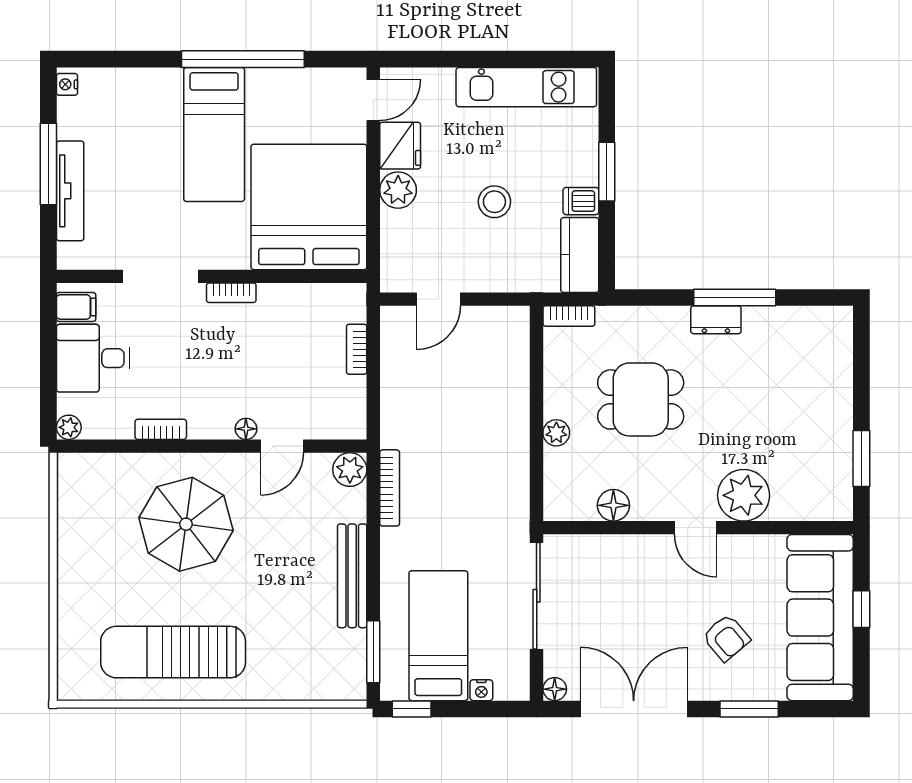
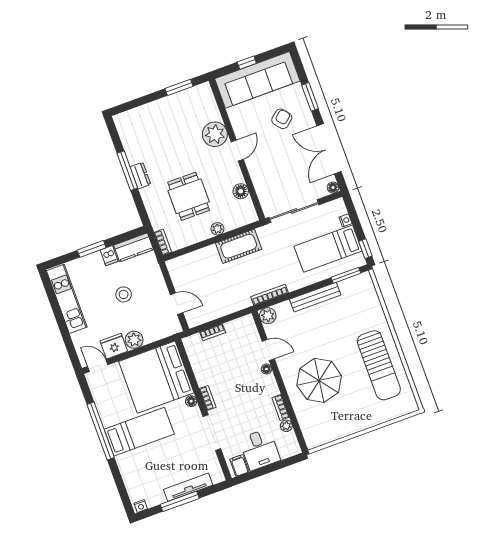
floor lamp: (237, 258) -> (191, 401), added
plant: (69, 427) -> (286, 426), moved
cot: (507, 462) -> (239, 246), added

